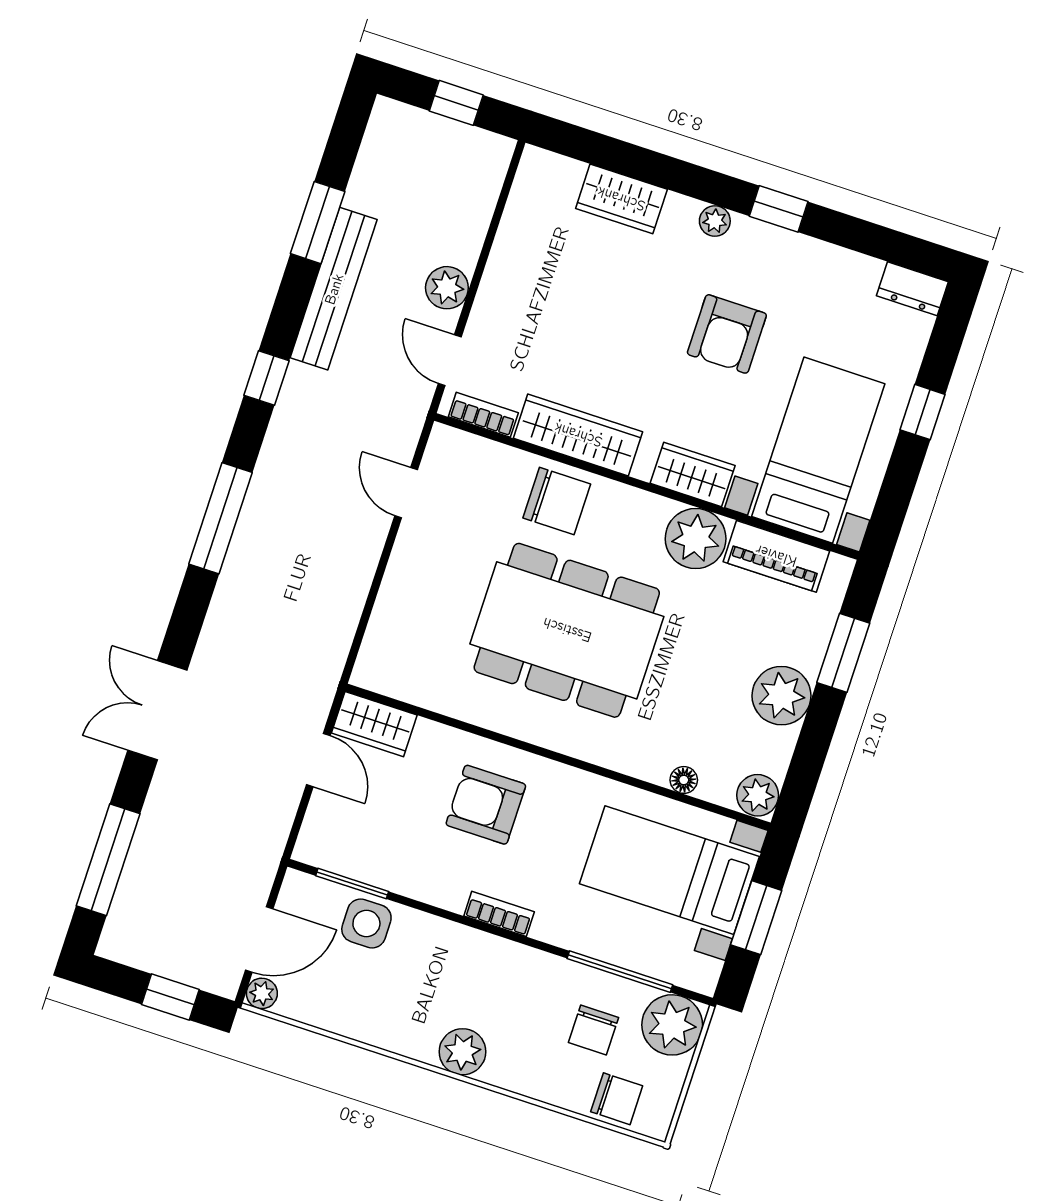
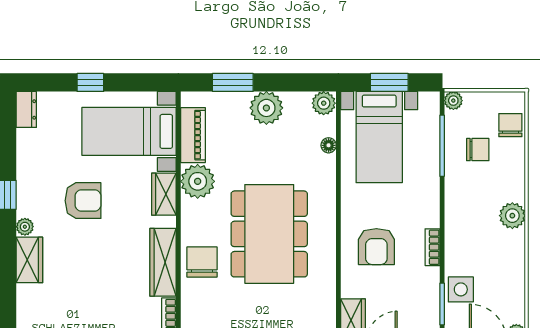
wardrobe: (621, 199) -> (29, 260), moved
bookcase: (499, 914) -> (432, 247), moved
plant: (672, 1025) -> (453, 101), width x0.53, depth x0.53

